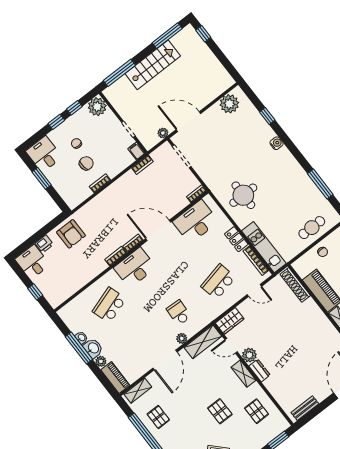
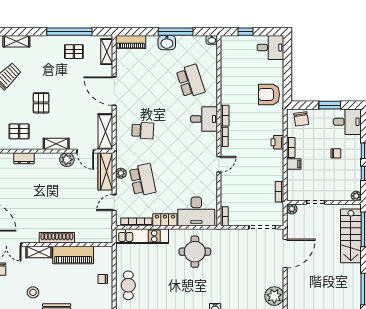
stairs: (153, 65) -> (351, 236), moved
plant: (97, 107) -> (356, 196), width x0.53, depth x0.53
plant: (163, 133) -> (292, 209), moved
filing cabinet: (136, 151) -> (294, 164), moved
chair: (86, 163) -> (301, 119), moved
desk: (196, 222) -> (196, 211), moved, turned 90
door: (158, 230) -> (219, 164), width x0.53
printer: (44, 244) -> (277, 142), moved
desk: (135, 268) -> (204, 119), width x0.73
shoe rack: (295, 285) -> (57, 238), moved
wardrobe: (230, 321) -> (105, 171), width x1.50
washbasin: (81, 338) -> (212, 40), moved
plant: (182, 338) -> (121, 173), moved
door: (231, 346) -> (85, 151), swing flipped
plant: (101, 361) -> (152, 41), removed
dresser: (260, 371) -> (24, 158), moved
pallet: (220, 411) -> (41, 103), turned 90

